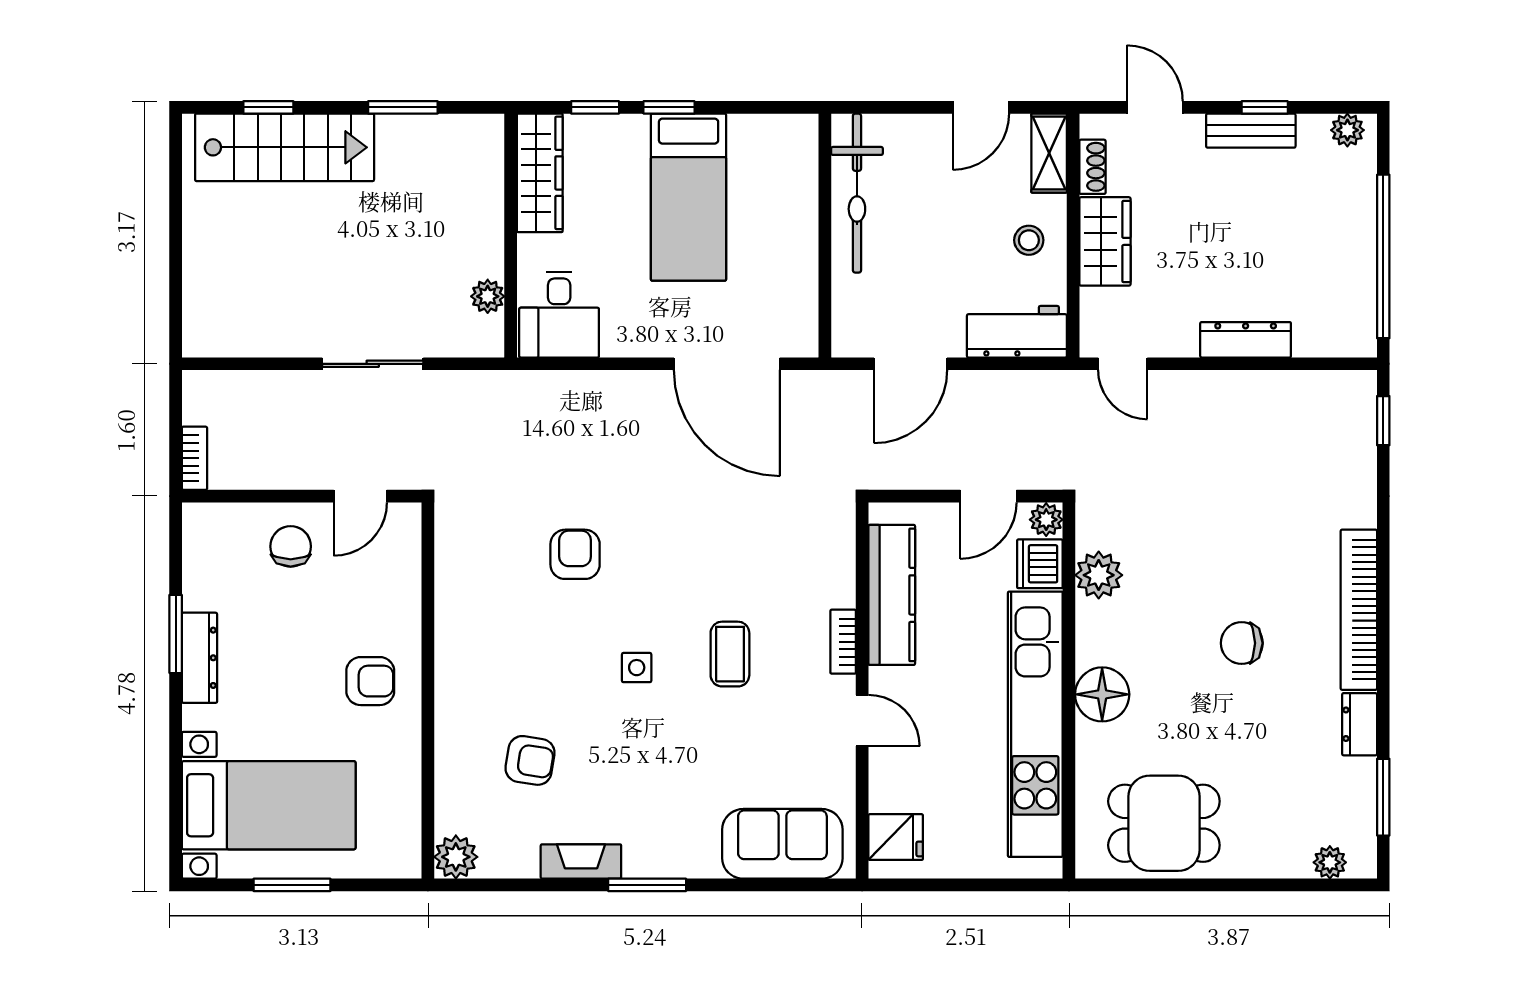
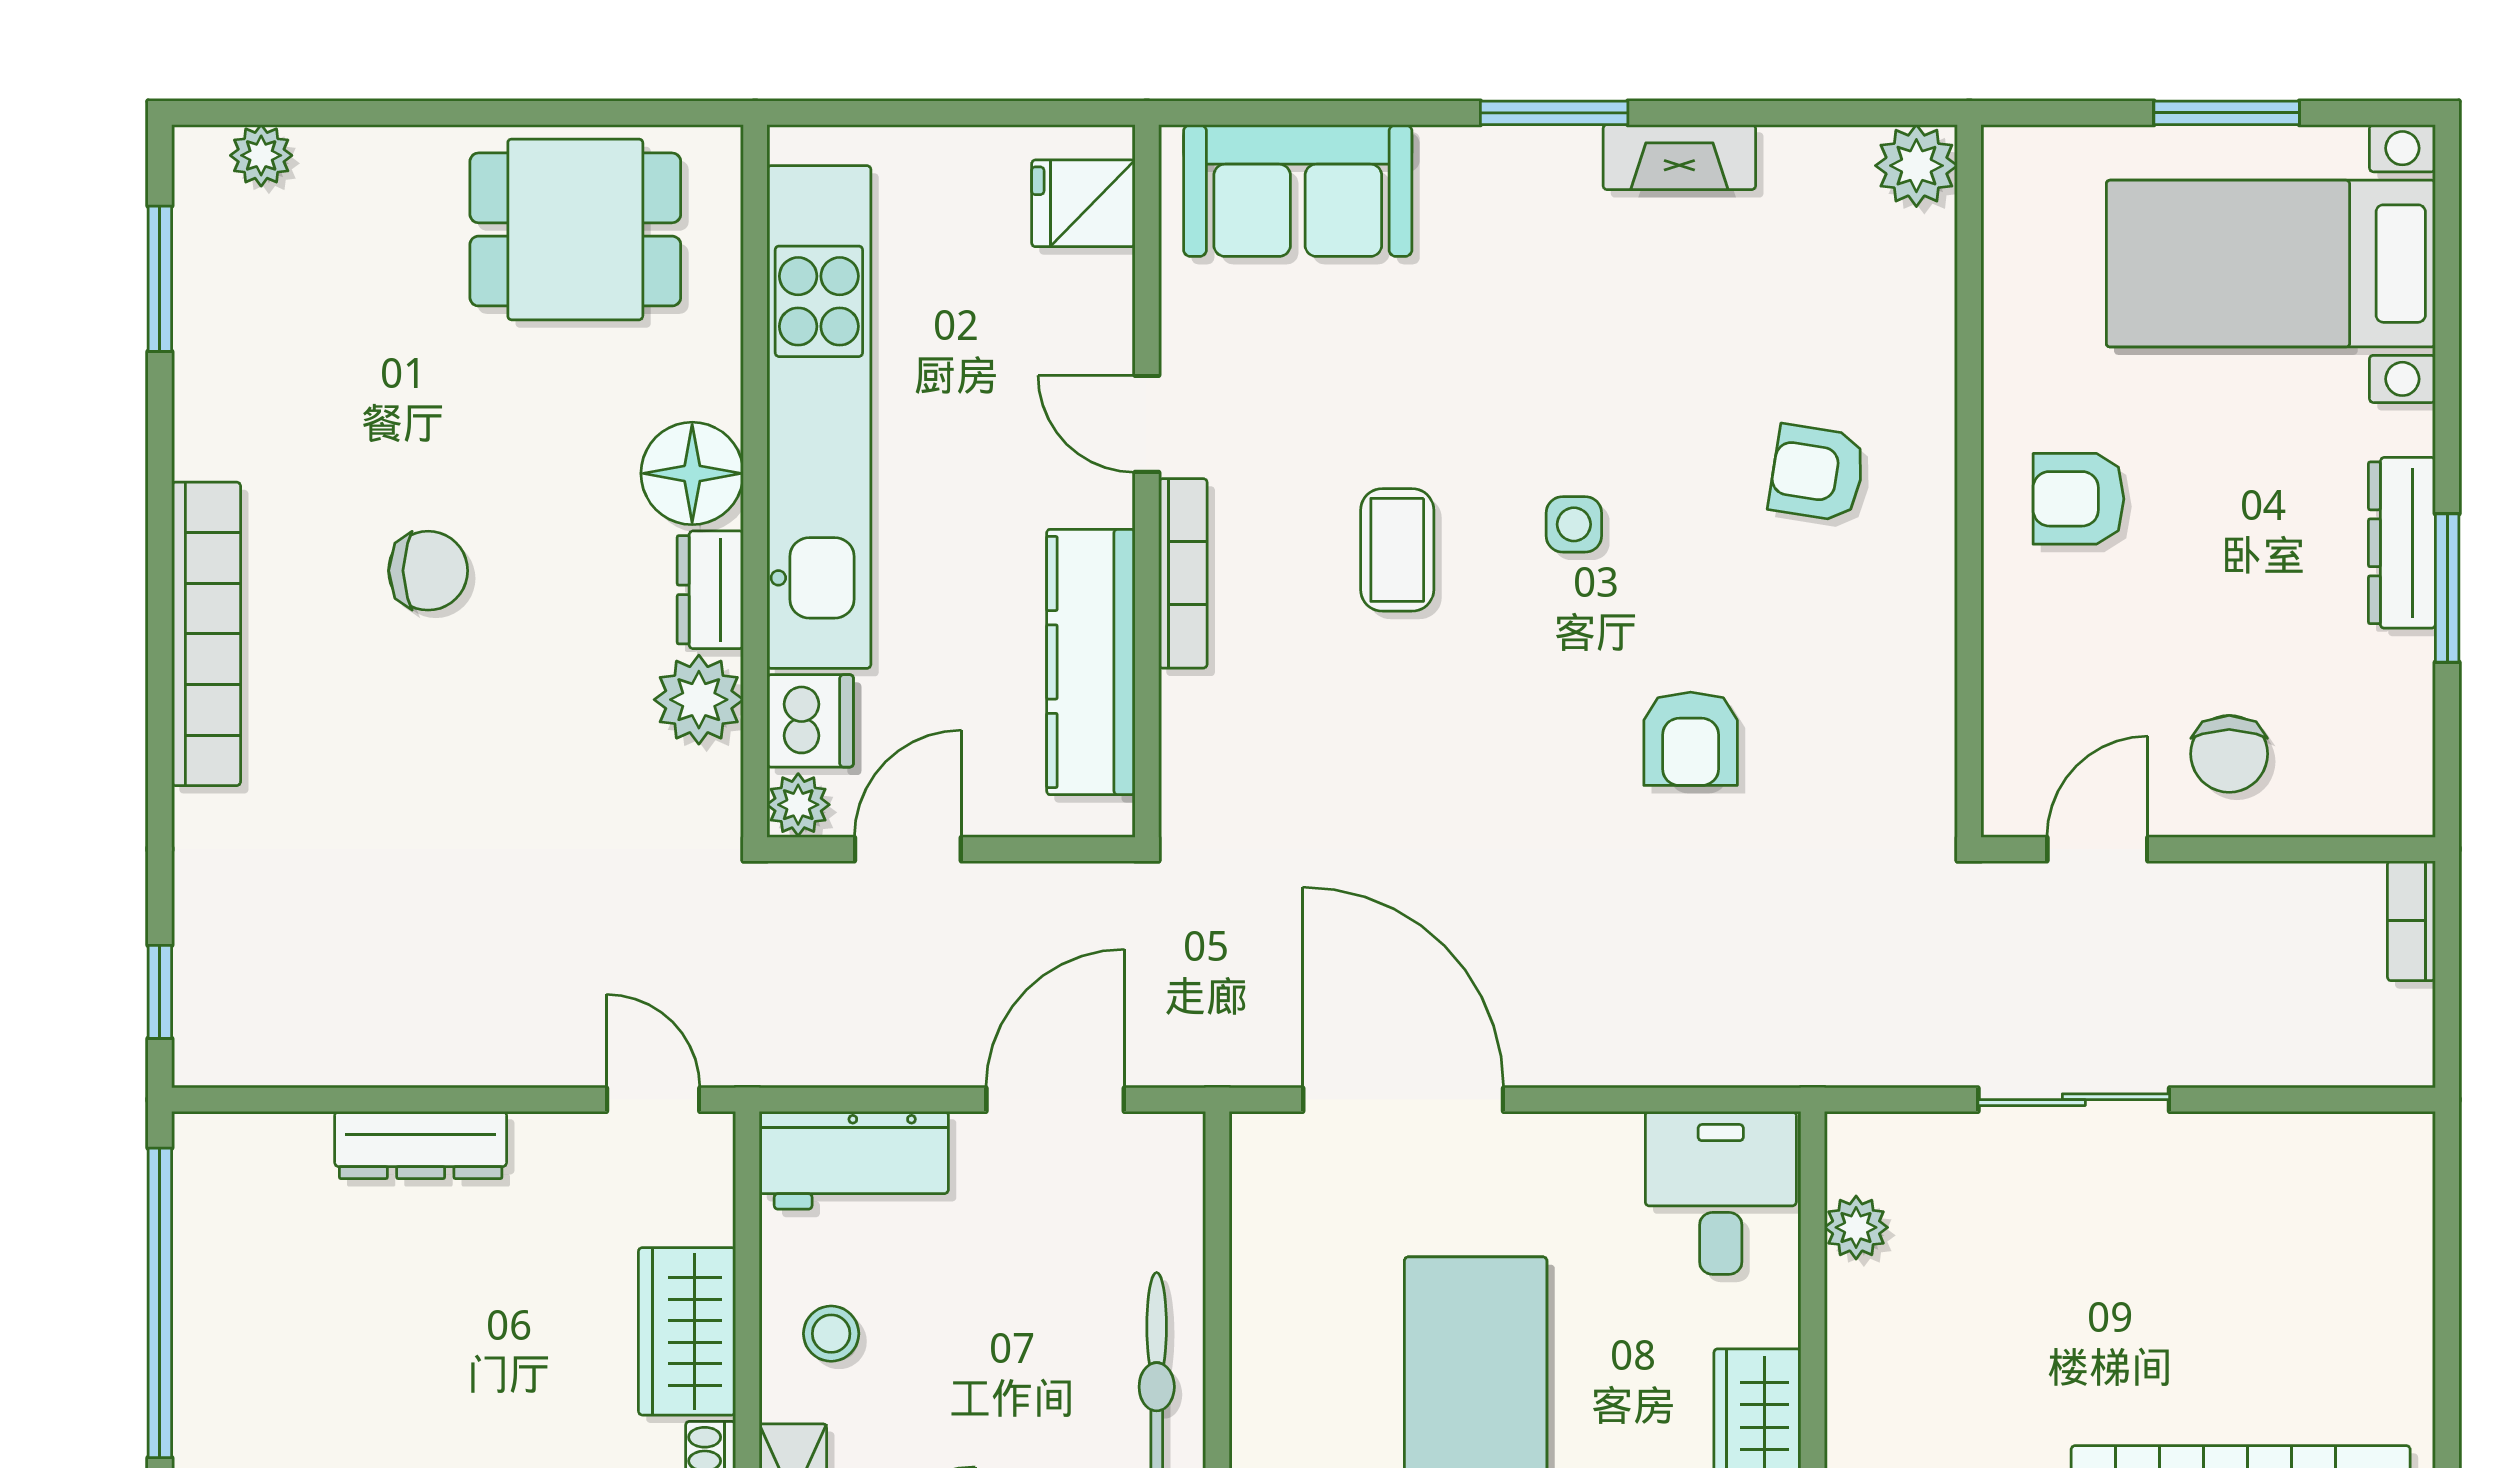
bookcase: (843, 642) -> (1183, 573), width x1.56
dresser: (1360, 724) -> (710, 590), moved, turned 180
armchair: (530, 760) -> (1817, 473), moved

